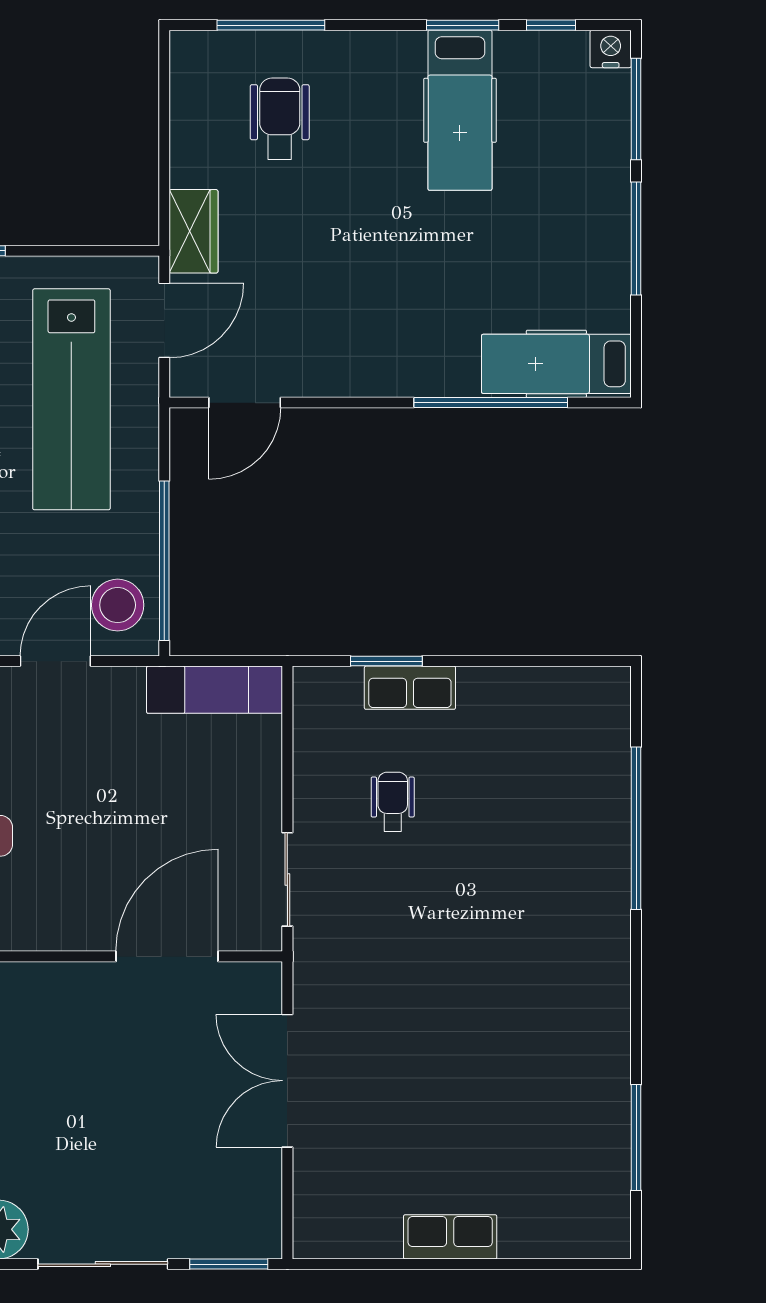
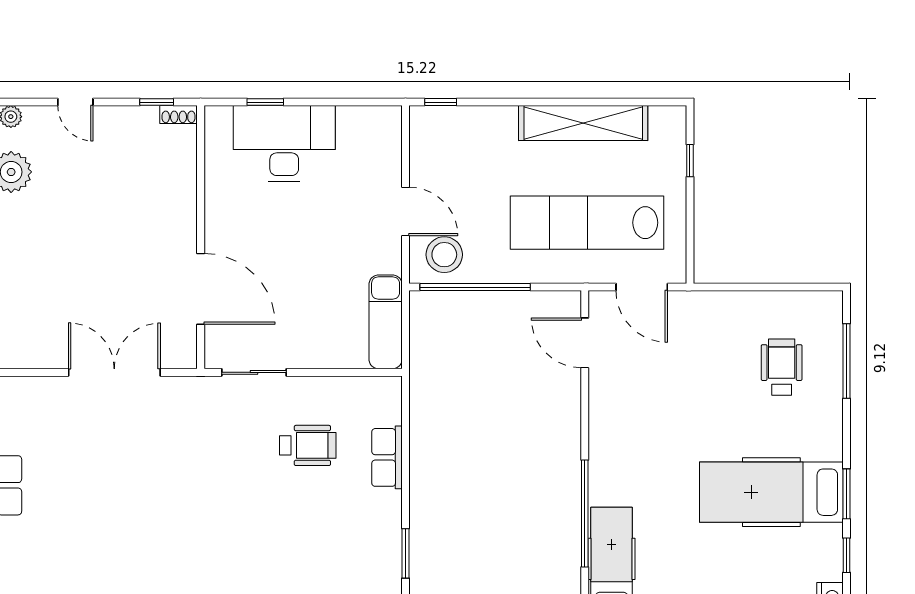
hospital bed: (460, 110) -> (771, 492), width x1.37, depth x1.29
wheelchair: (280, 119) -> (782, 367), turned -90
wardrobe: (194, 231) -> (703, 307), removed
window: (386, 661) -> (405, 553), moved
wheelchair: (393, 802) -> (308, 445), width x1.36, depth x1.37

